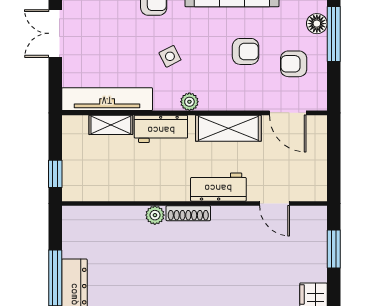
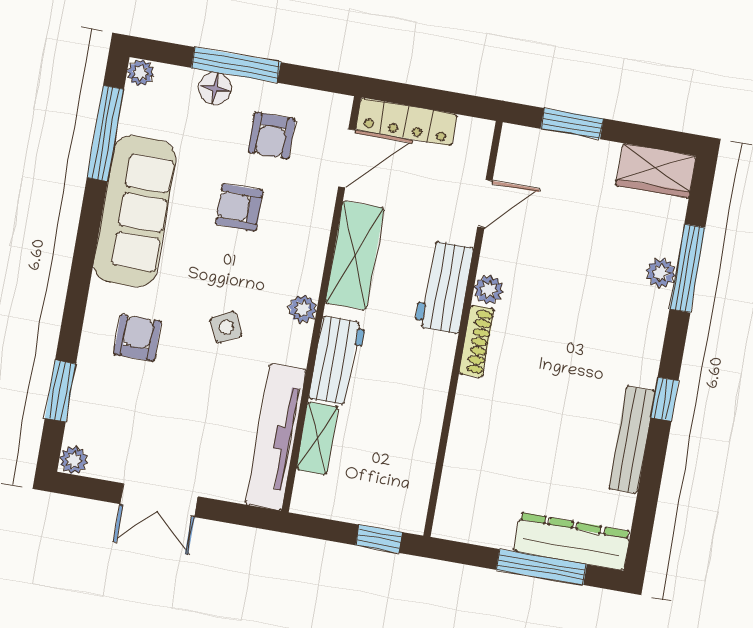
armchair: (246, 51) -> (239, 207), turned -90
locker: (317, 146) -> (406, 122), added
plant: (155, 215) -> (489, 290), moved

